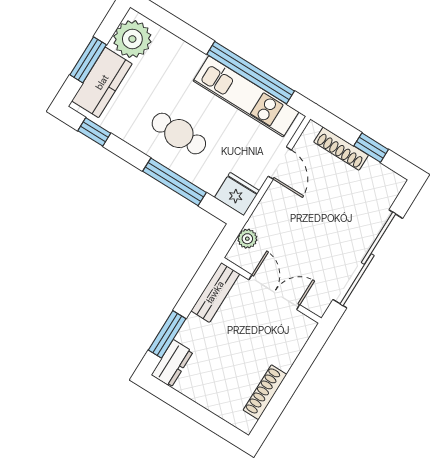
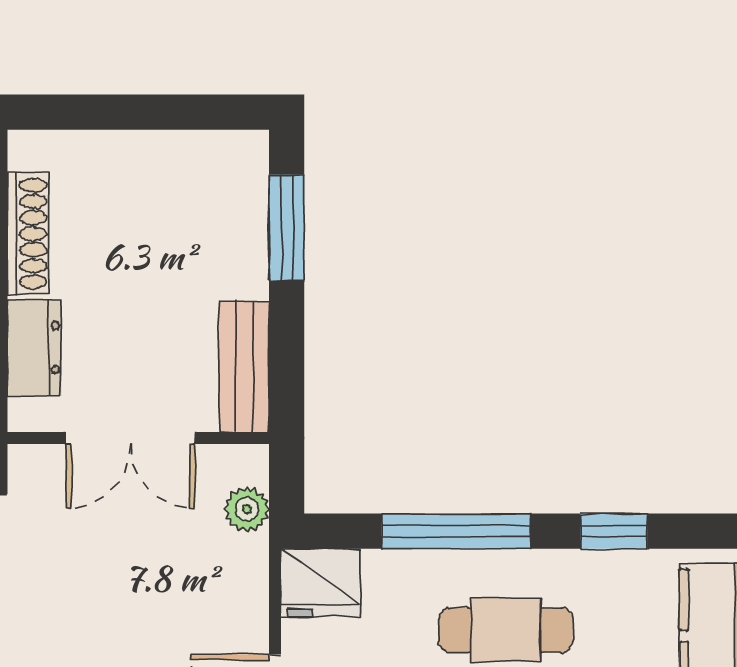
window: (94, 132) -> (614, 531), moved
dresser: (172, 363) -> (34, 348), moved, turned 180

